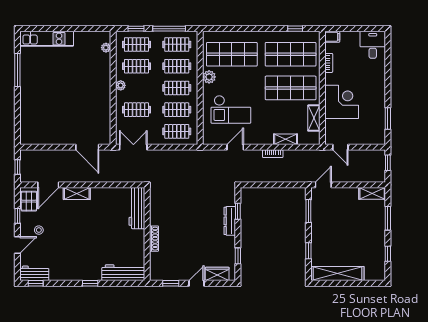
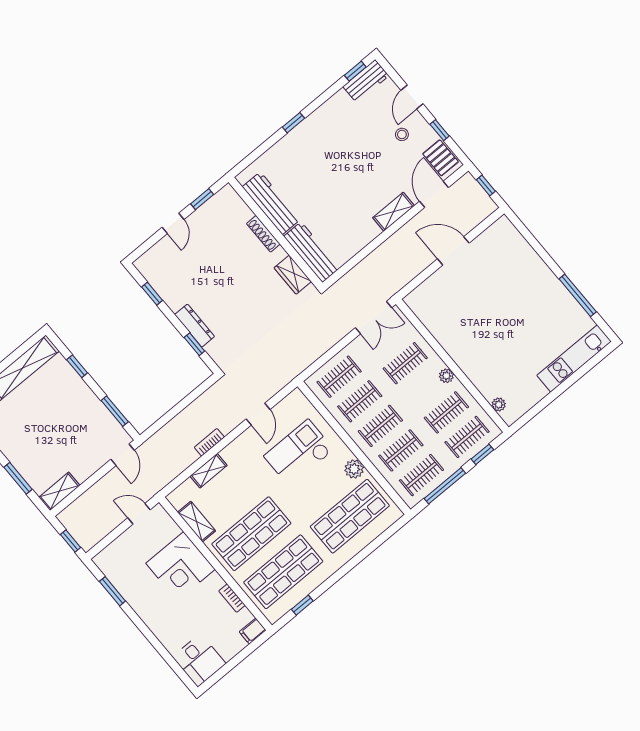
door: (87, 147) -> (453, 251), moved
workbench: (123, 273) -> (271, 203), moved, turned -90
wardrobe: (217, 274) -> (293, 275), moved, turned 90

